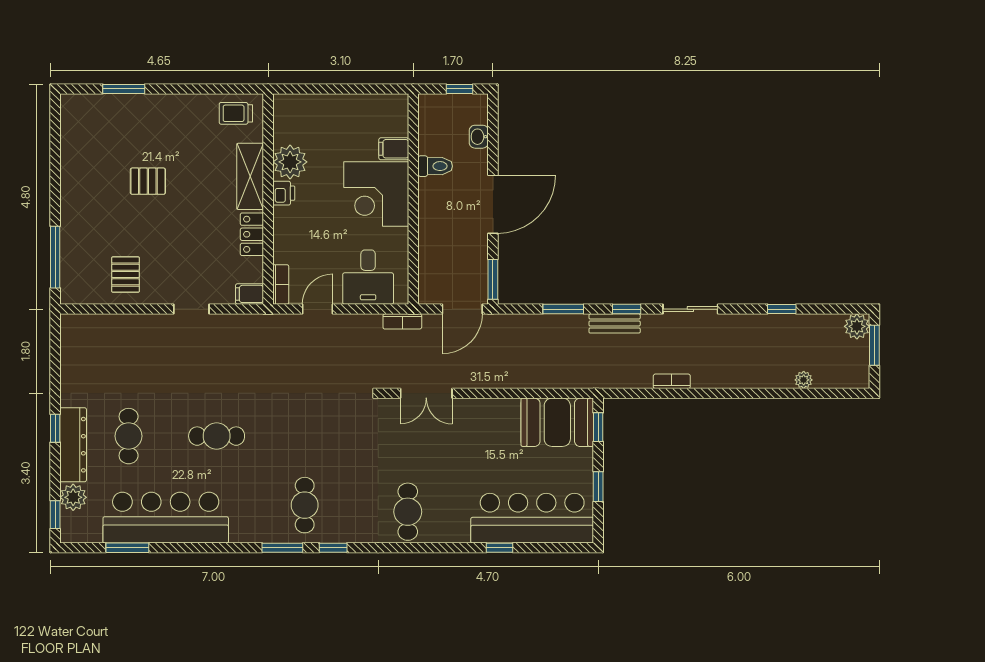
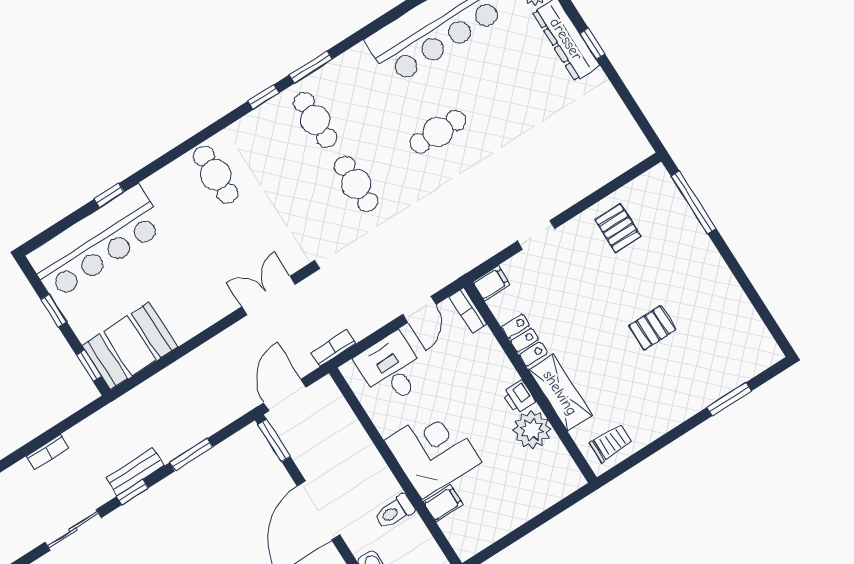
cafe table: (129, 436) -> (356, 184), moved

